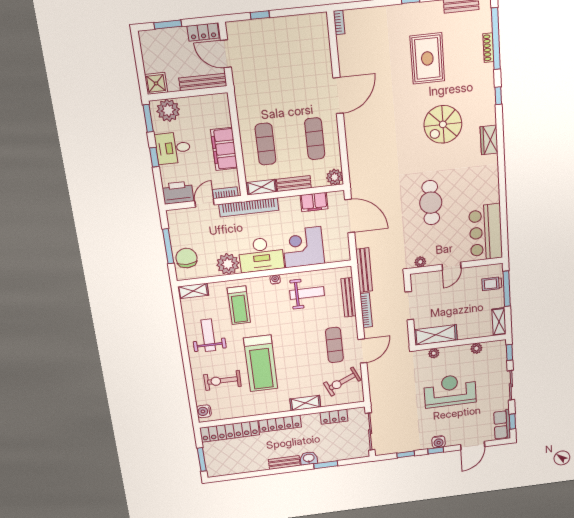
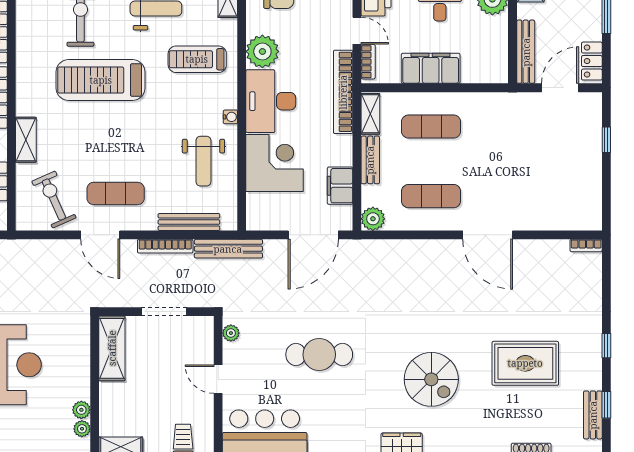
spiral stairs: (443, 124) -> (431, 379), turned 180
plant: (434, 353) -> (82, 429), moved

